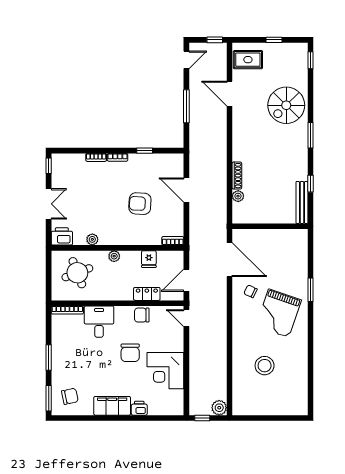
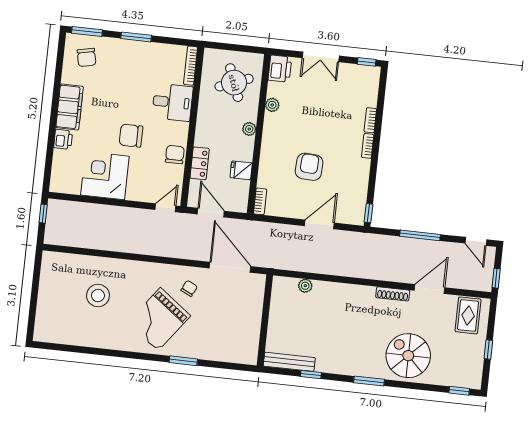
window: (145, 151) -> (368, 213), moved
shoe rack: (237, 176) -> (393, 294), moved
door: (230, 260) -> (230, 267), swing flipped
grand piano: (279, 313) -> (159, 319), turned -72
plant: (219, 408) -> (53, 236), removed

